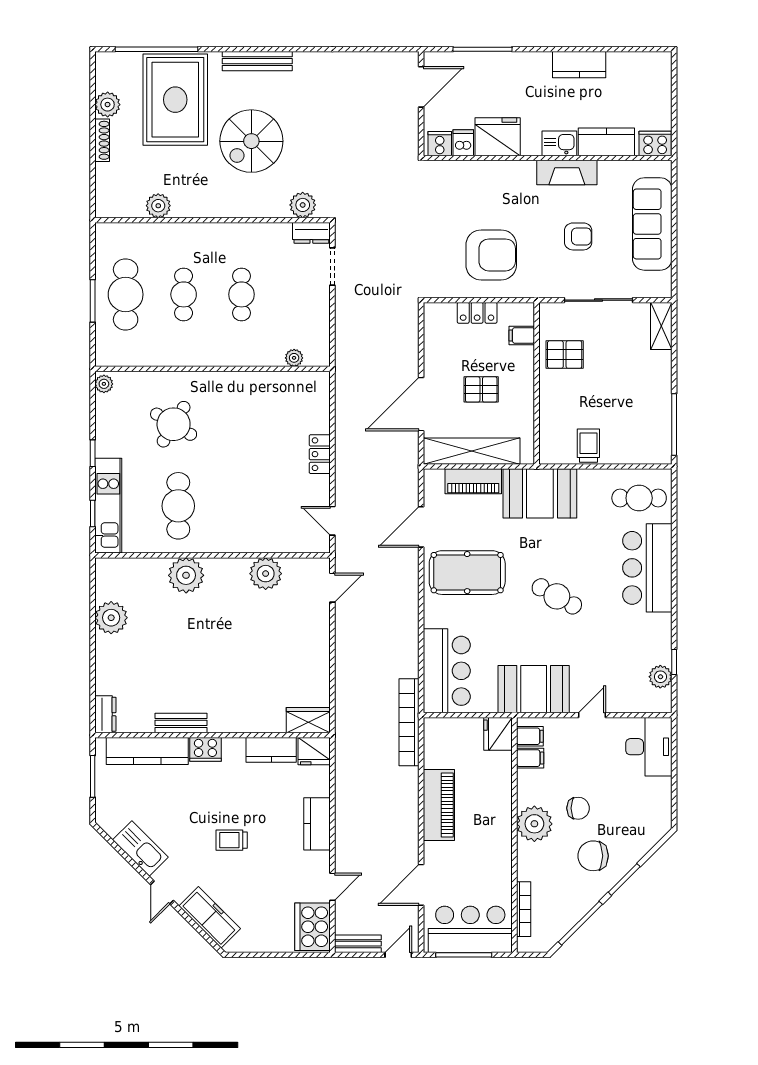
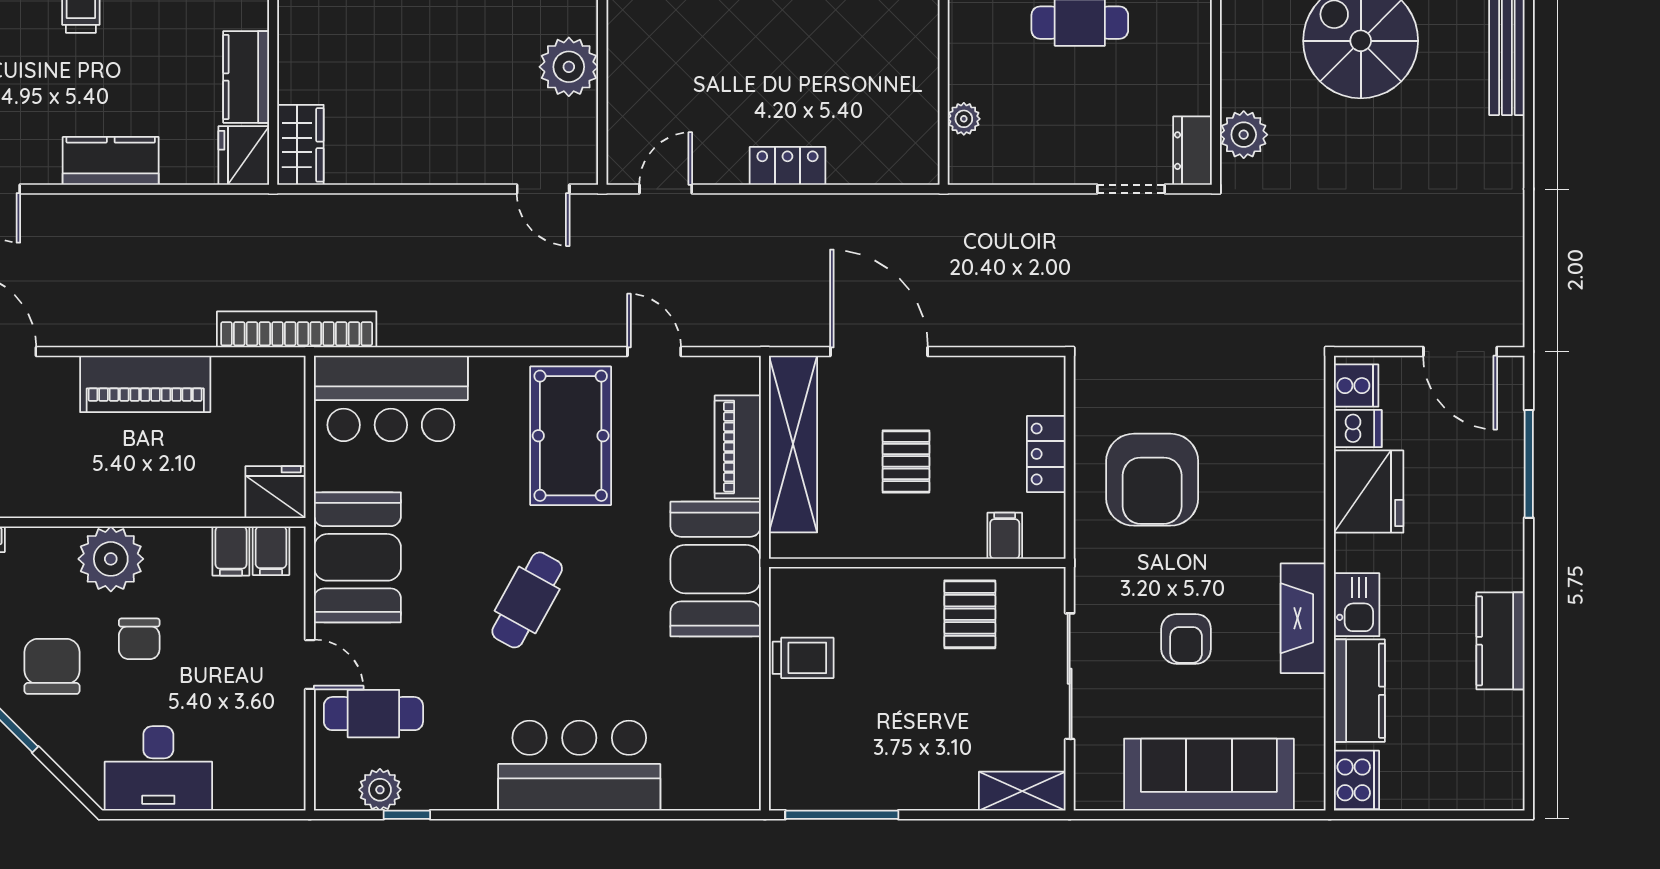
cafe table: (639, 498) -> (373, 714), moved, turned 90
door: (421, 527) -> (654, 352), width x0.73
desk: (649, 747) -> (158, 768), moved

